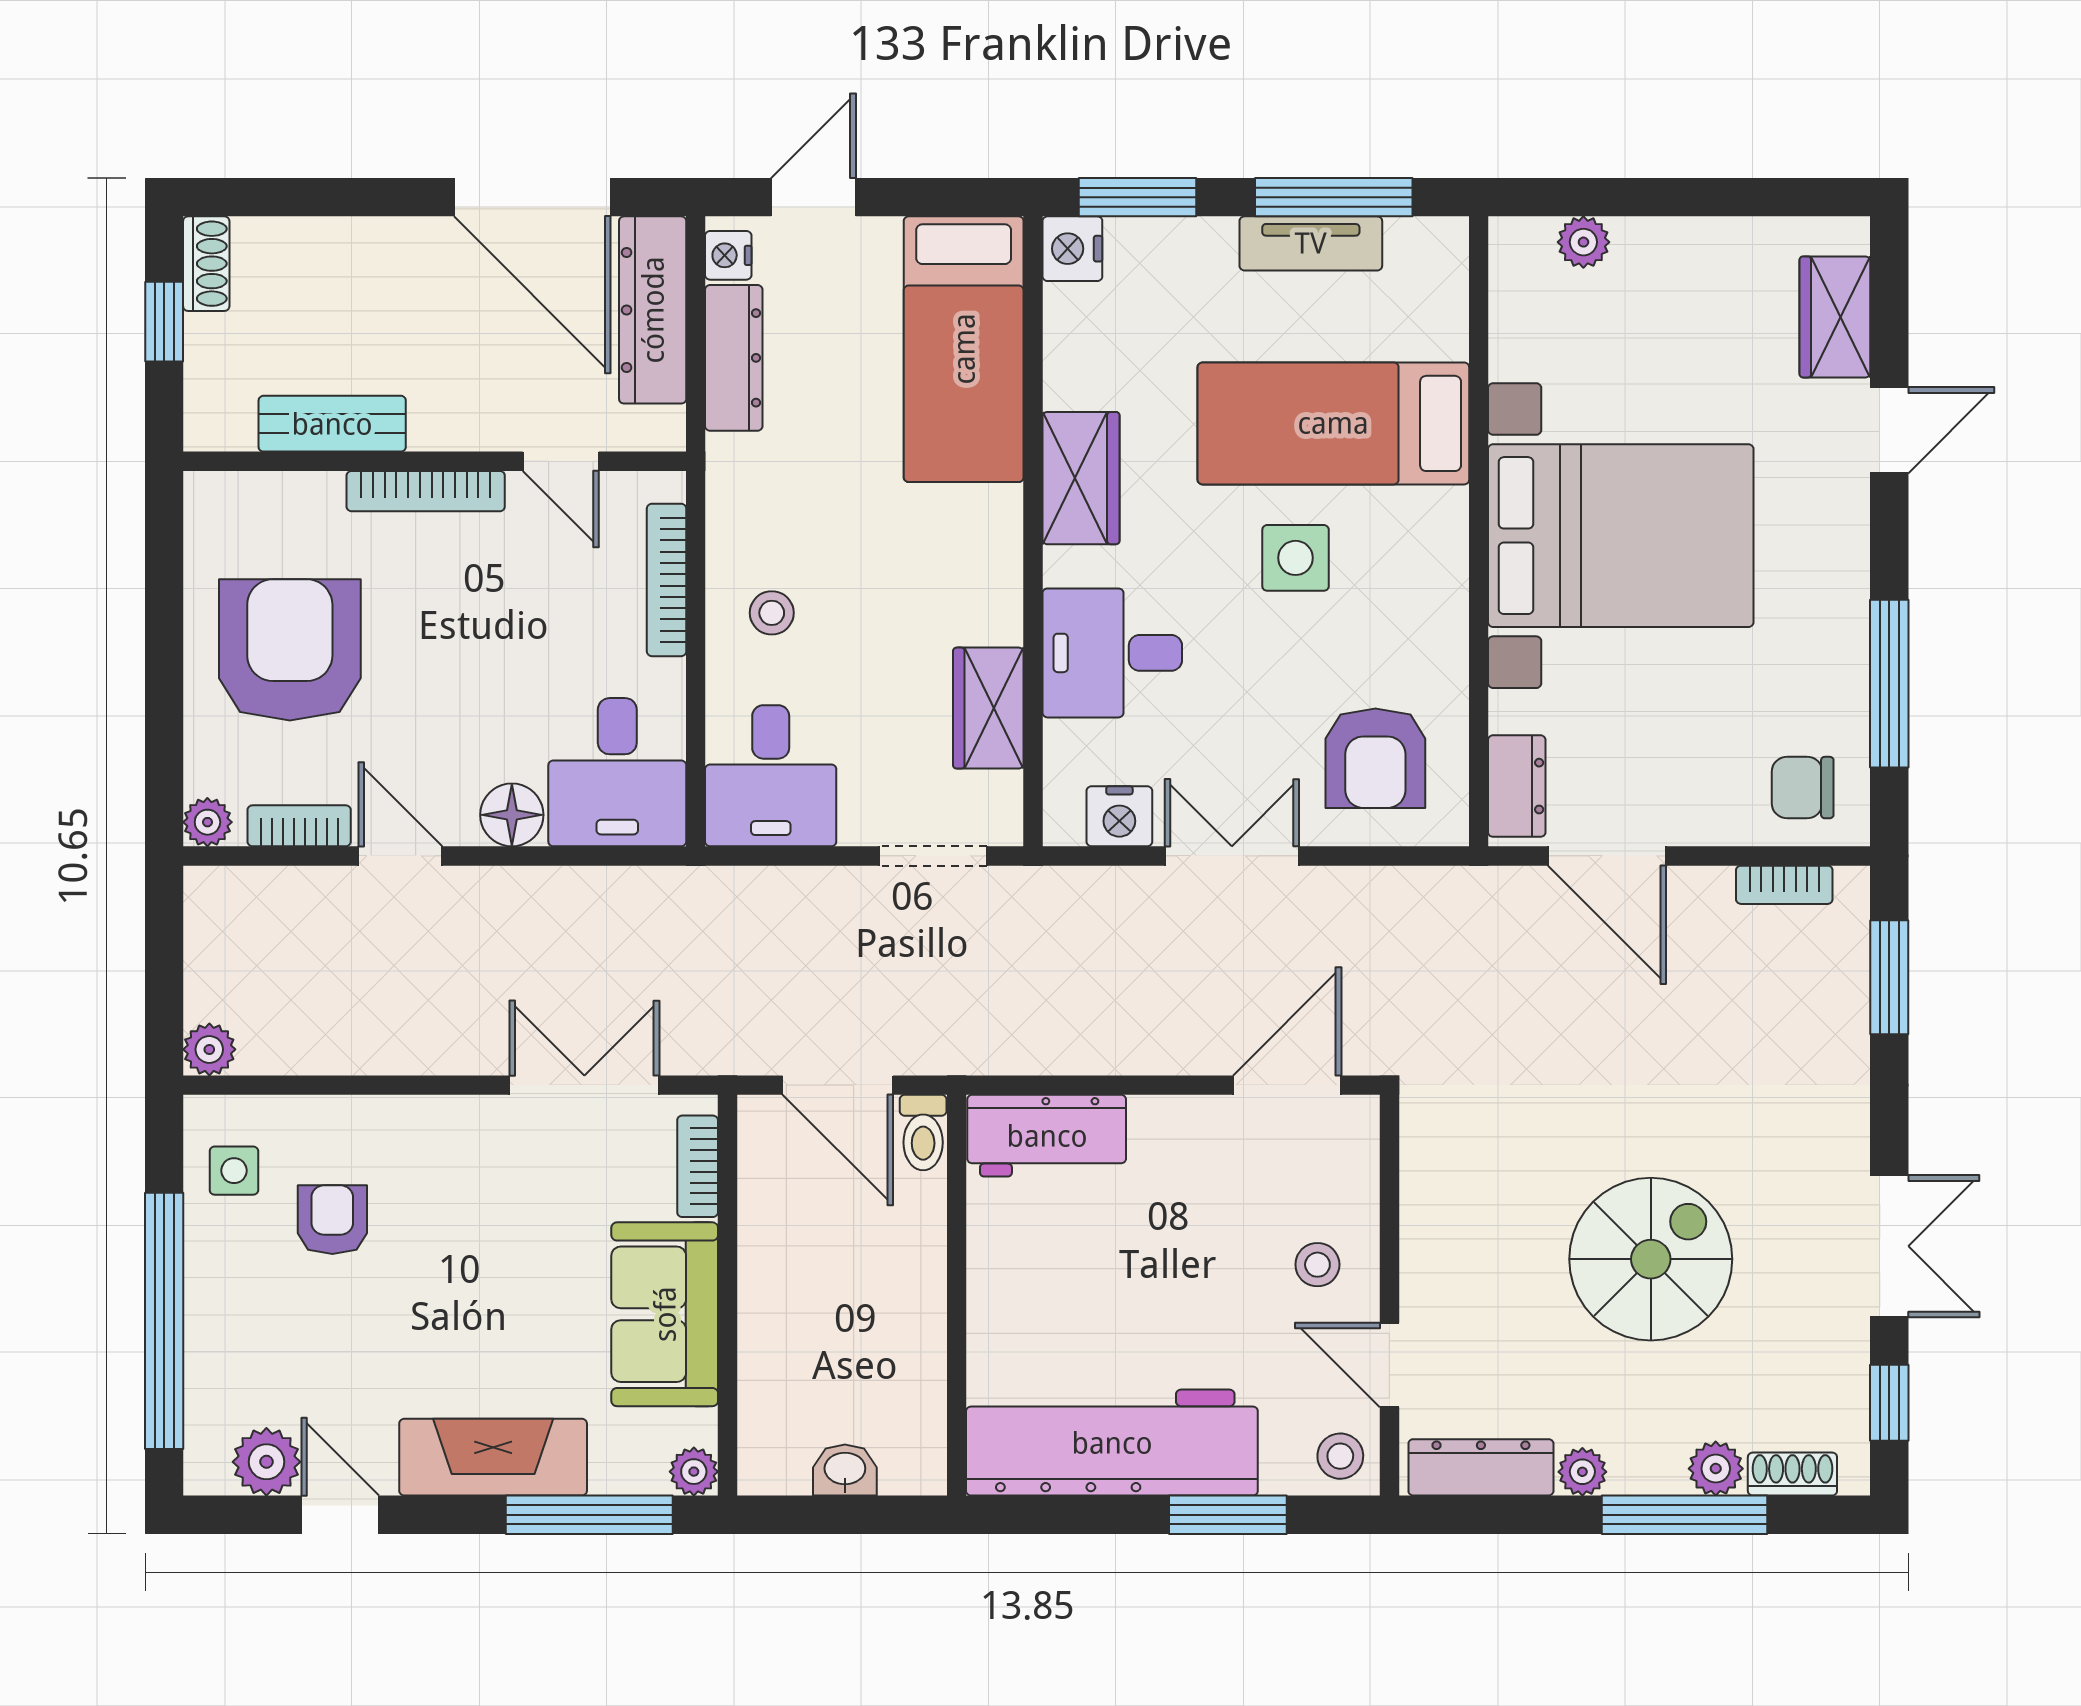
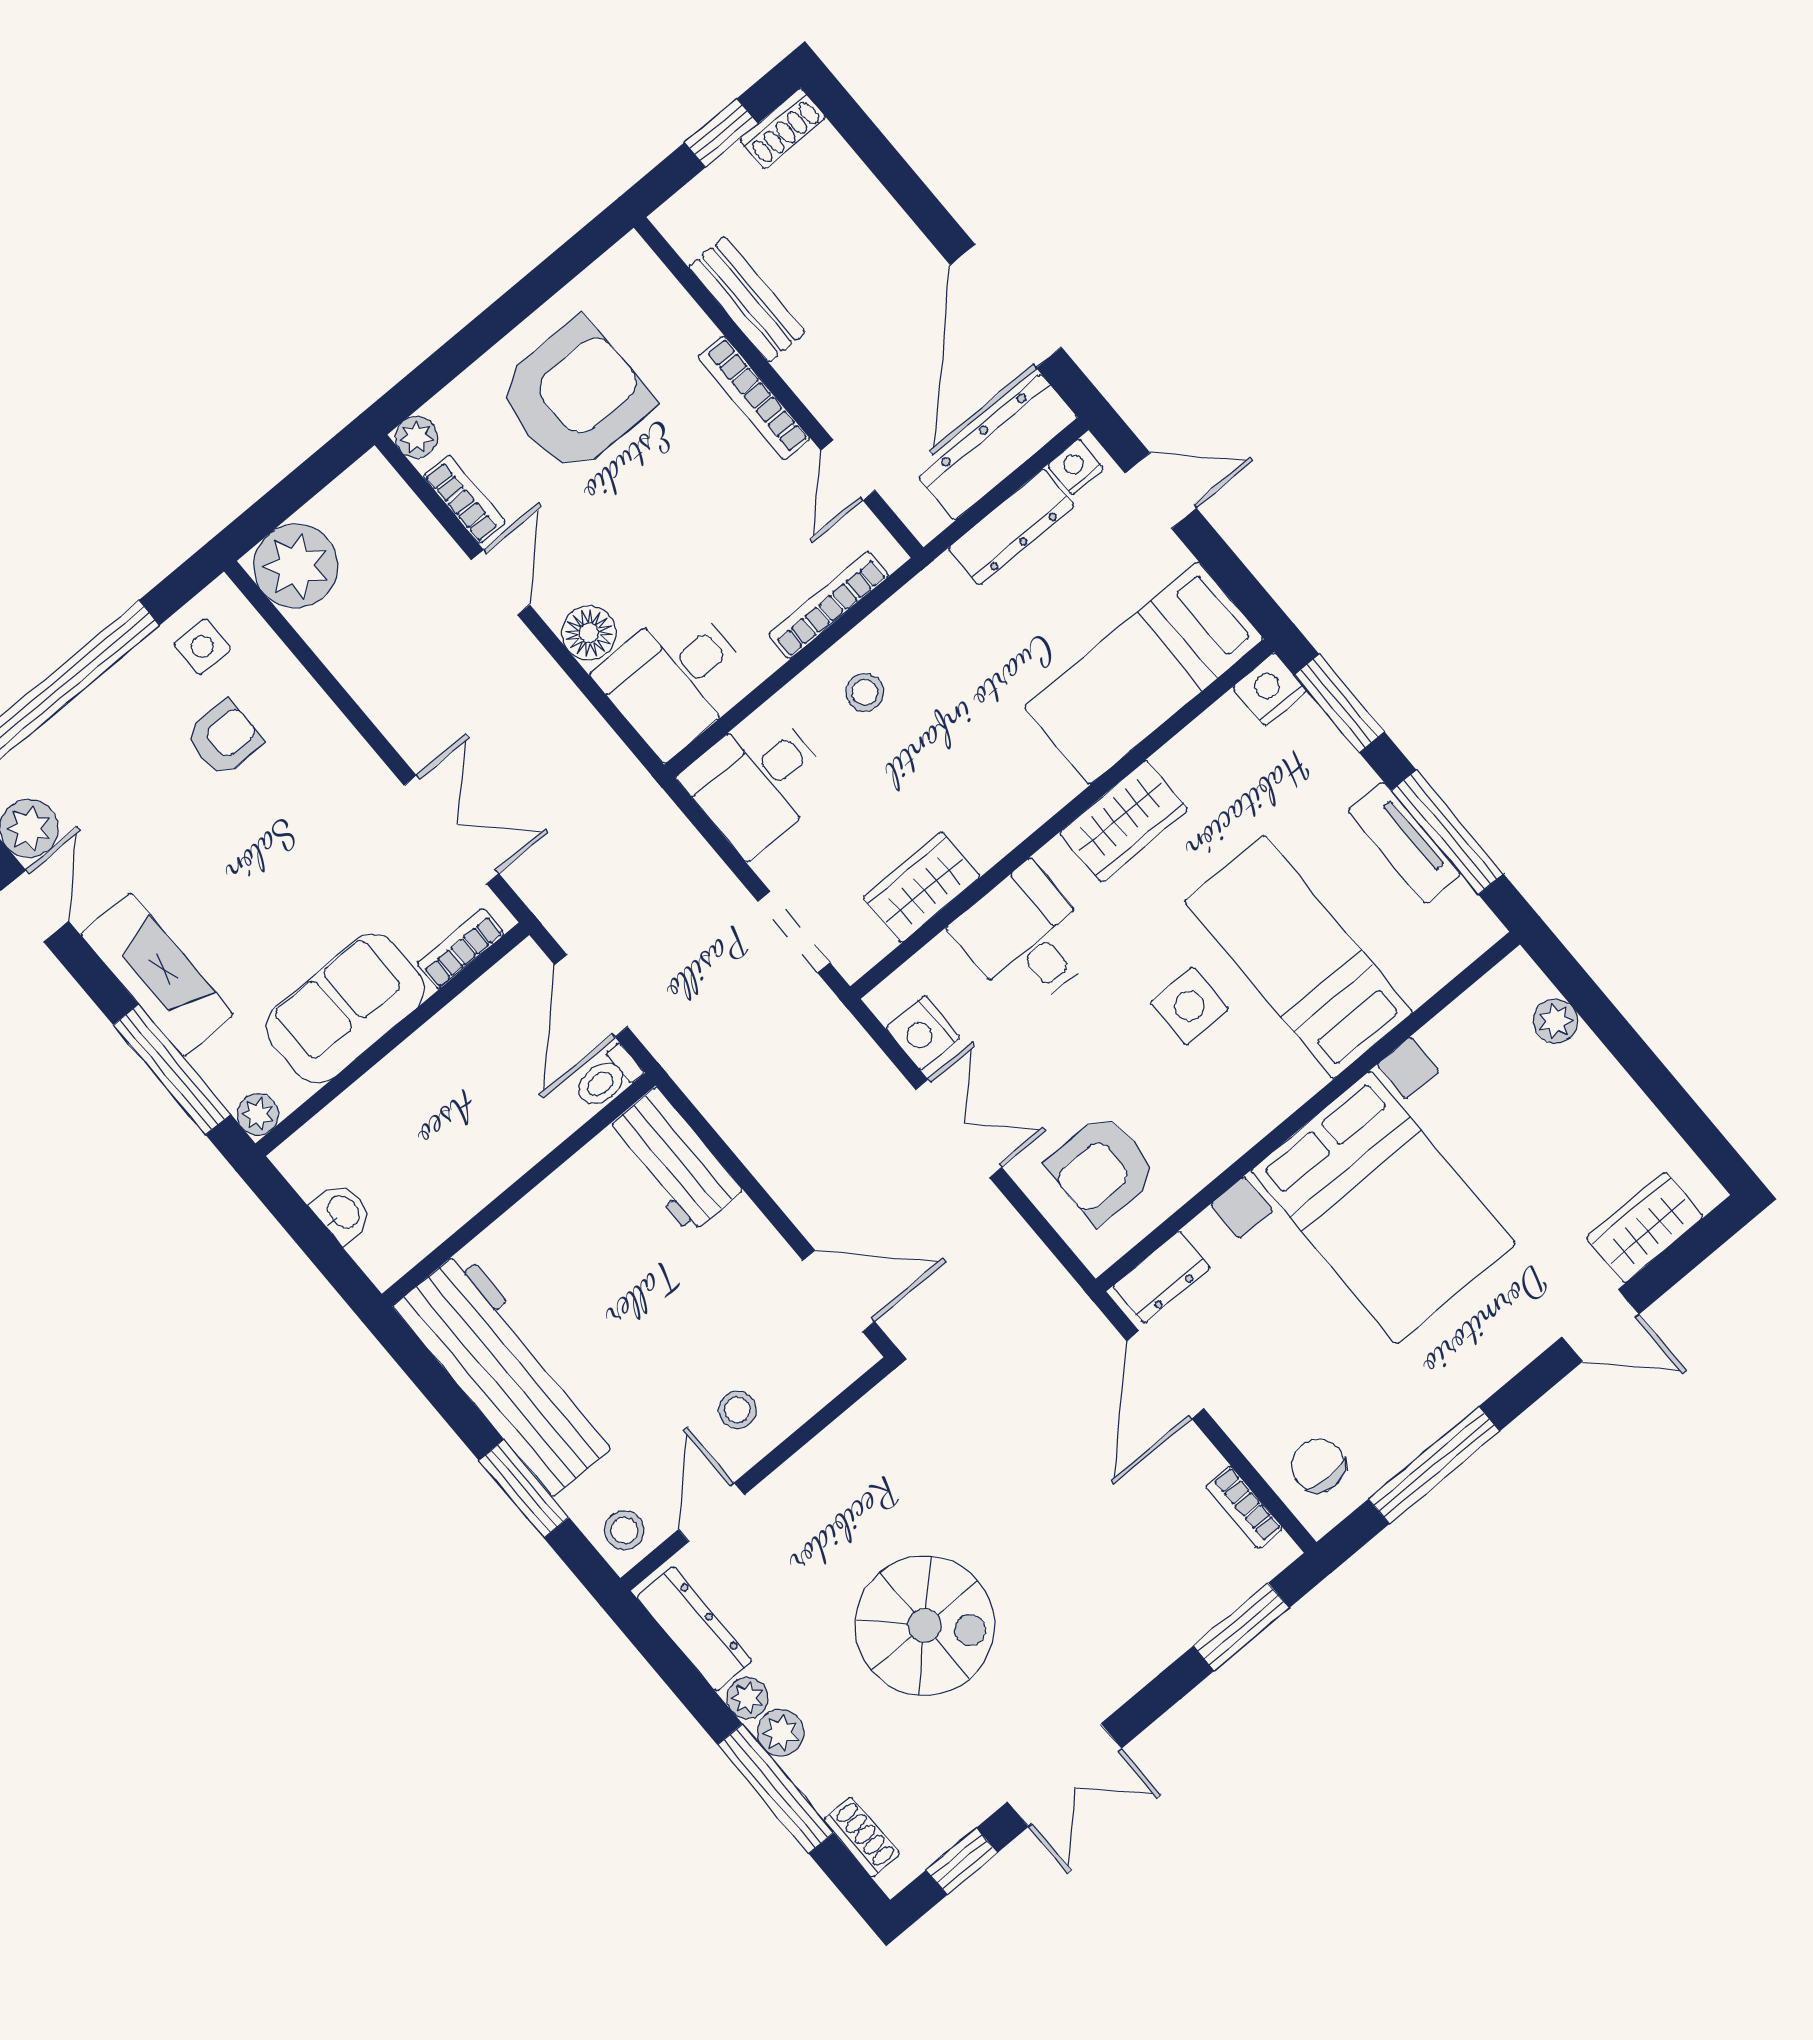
plant: (209, 1049) -> (296, 566), width x1.87, depth x1.87
plant: (1716, 1469) -> (781, 1733), moved

